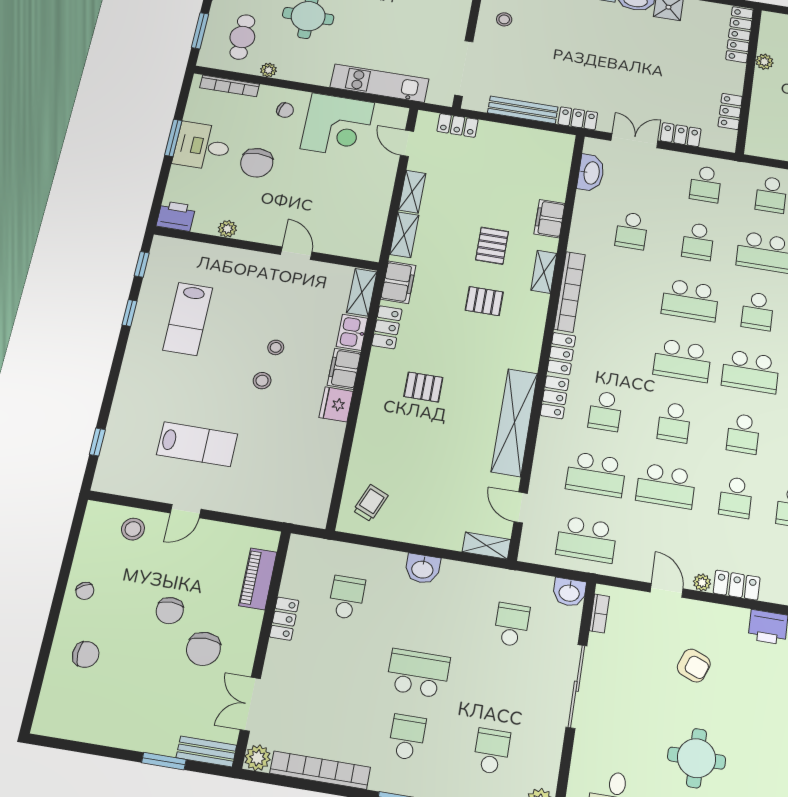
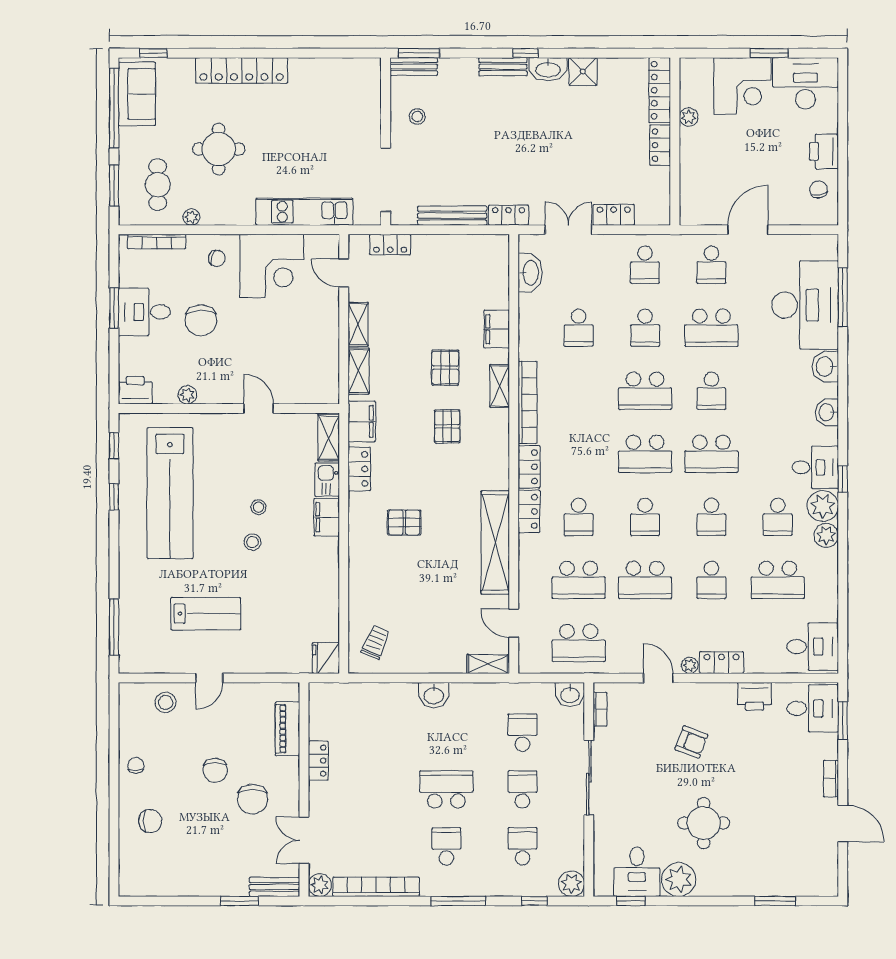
locker: (730, 111) -> (660, 145), moved
pallet: (484, 301) -> (447, 426), turned 90
lab bench: (188, 319) -> (170, 493), width x1.86, depth x1.39
fridge: (336, 404) -> (326, 658), moved
window: (97, 442) -> (114, 627), width x2.17
chair: (85, 591) -> (136, 765), turned -152
school desk: (347, 597) -> (522, 789), moved

